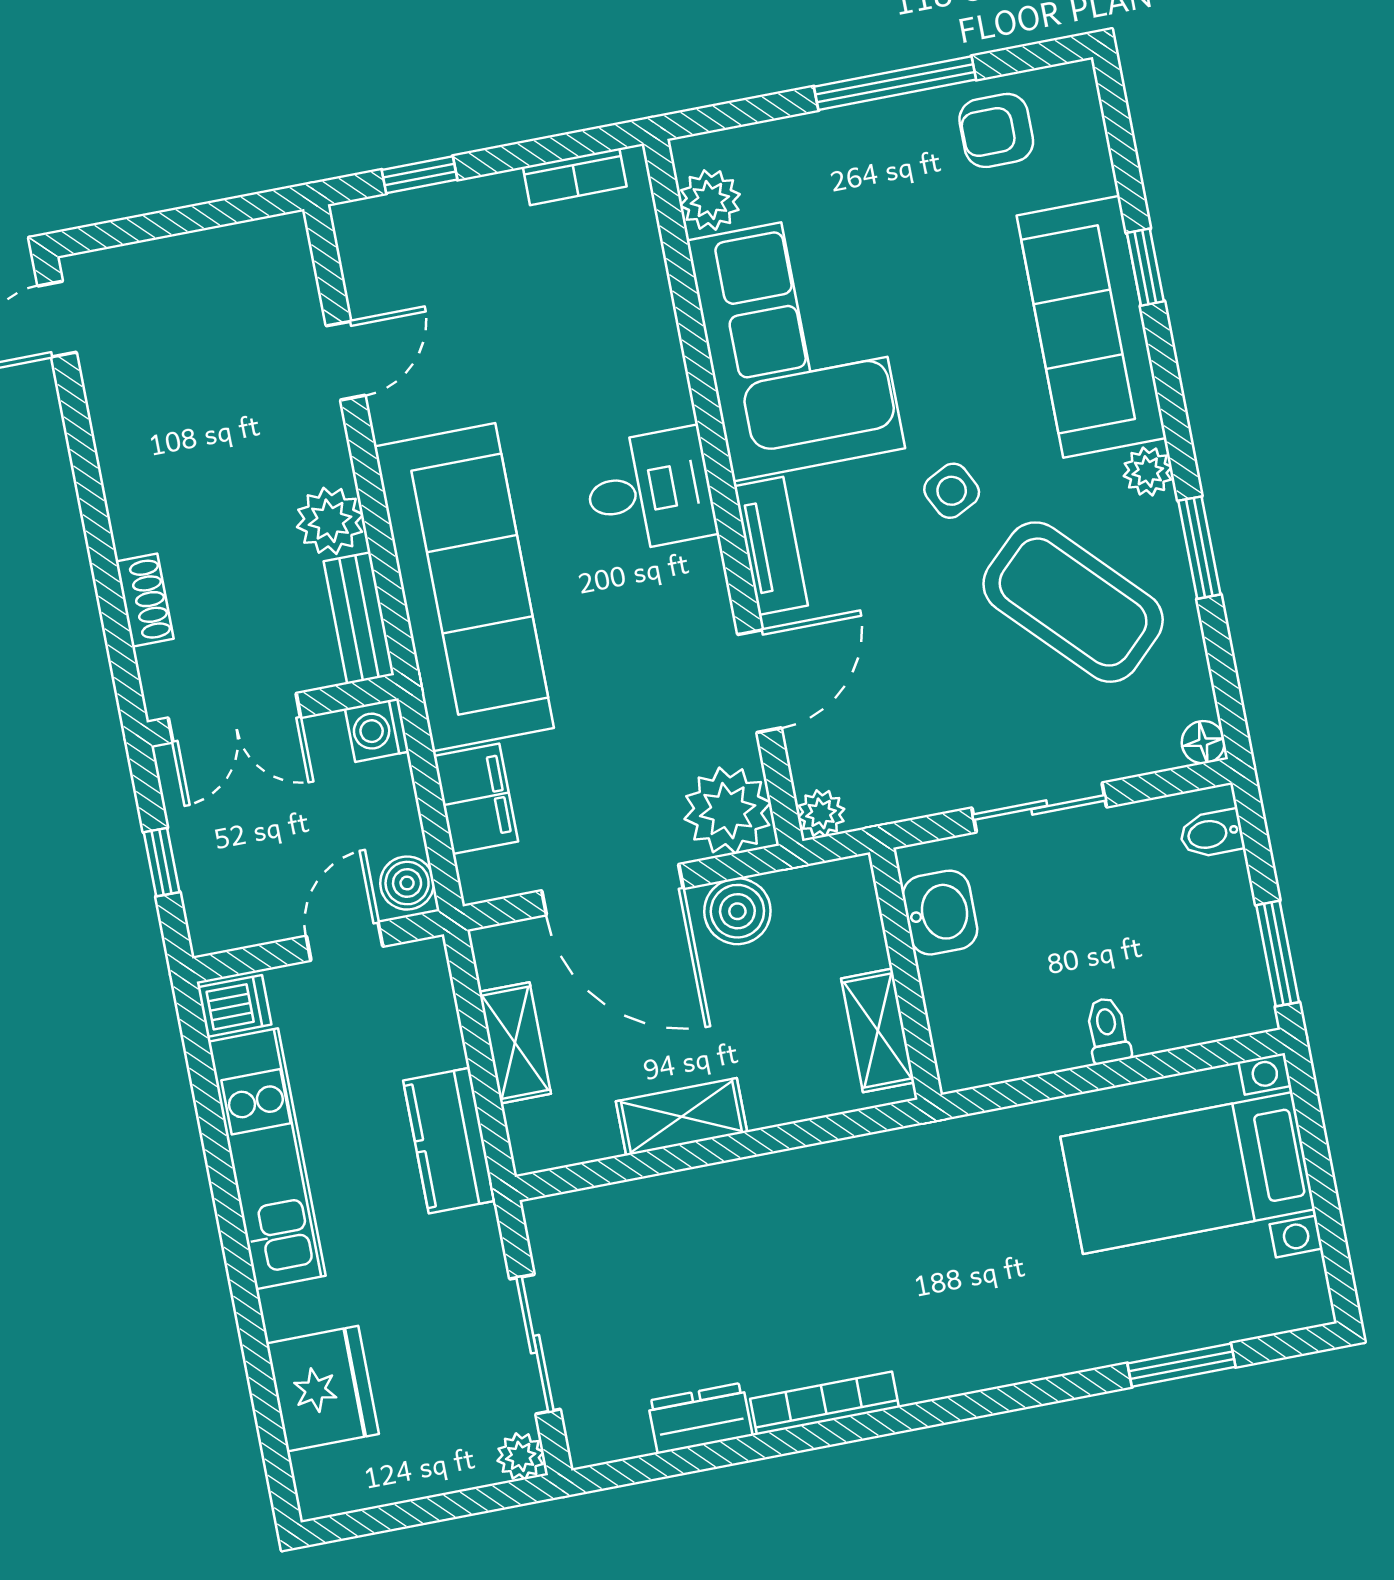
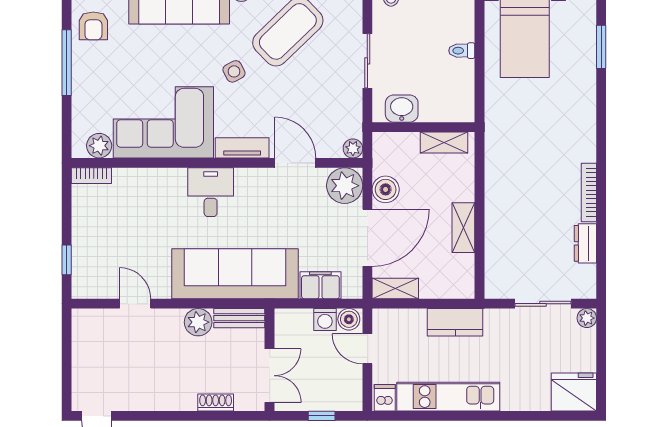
bookcase: (575, 177) -> (91, 176), moved, turned 90
washing machine: (377, 730) -> (325, 320), moved
shelving: (515, 1043) -> (395, 288), moved
fridge: (323, 1389) -> (574, 392), moved

